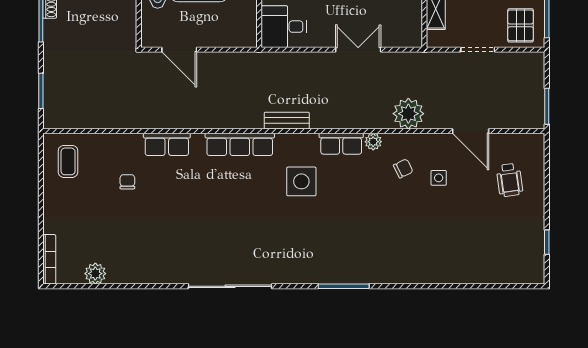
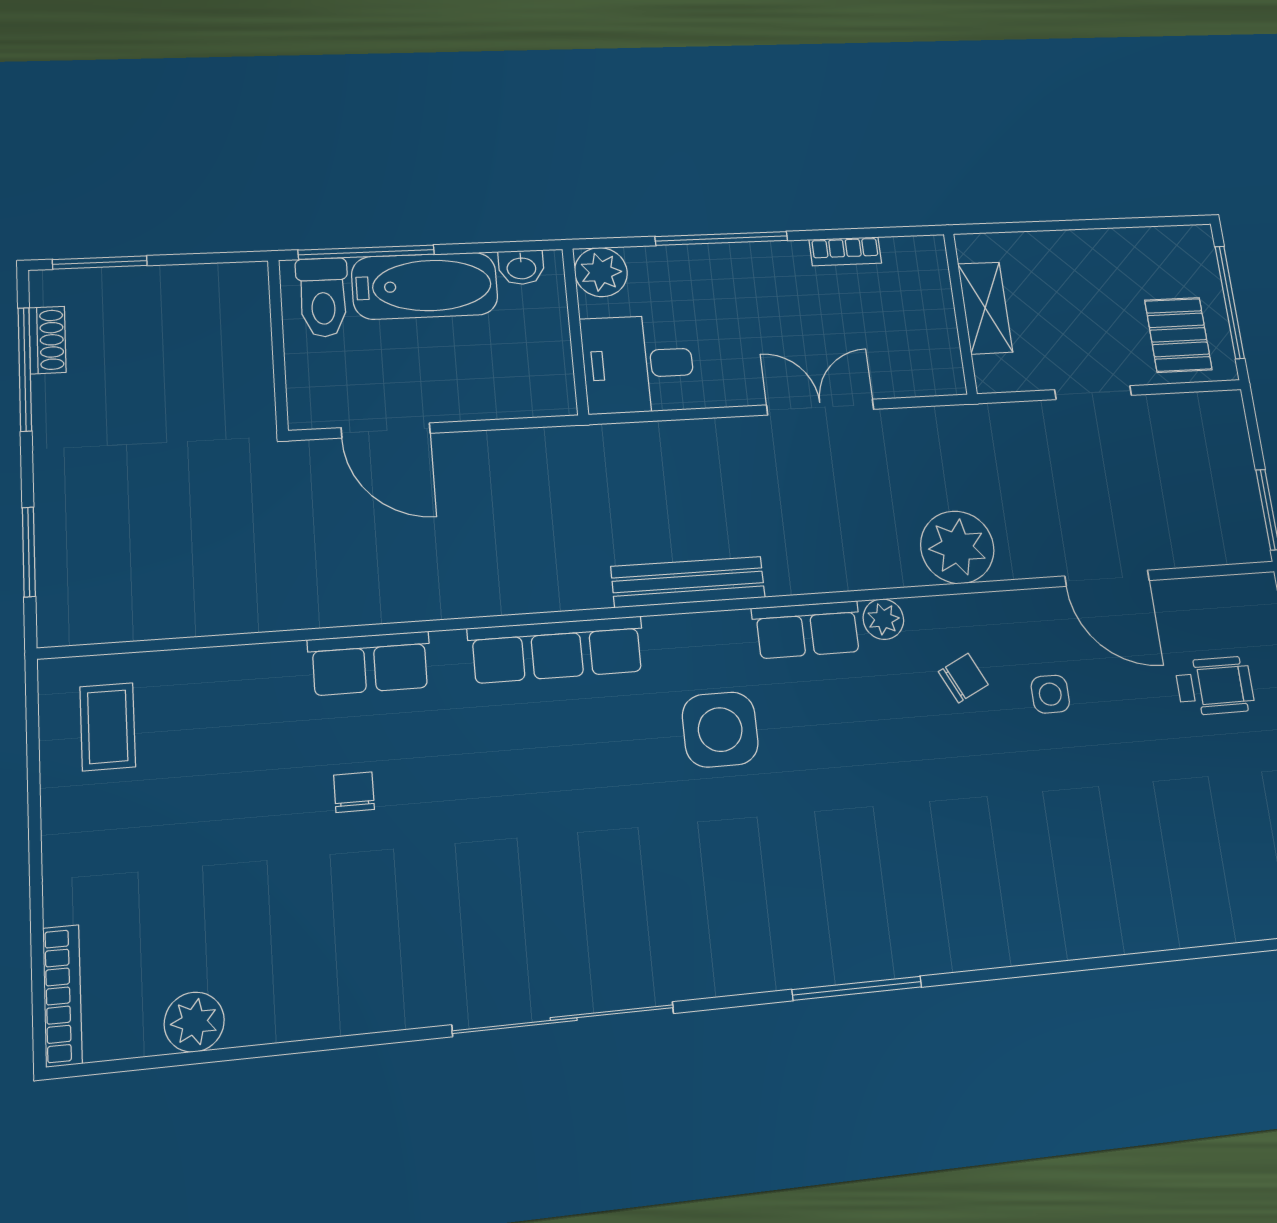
bench: (287, 121) -> (688, 582), width x1.36
wheelchair: (510, 180) -> (1215, 686), turned -82
chair: (127, 182) -> (354, 792), moved

